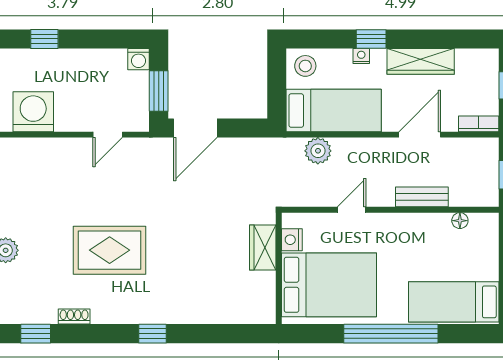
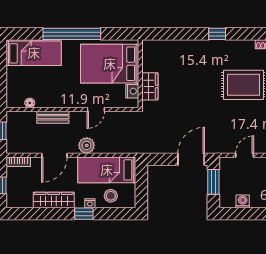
washing machine: (139, 59) -> (243, 201), moved
stool: (305, 66) -> (111, 196), moved
plant: (318, 151) -> (87, 145), moved

